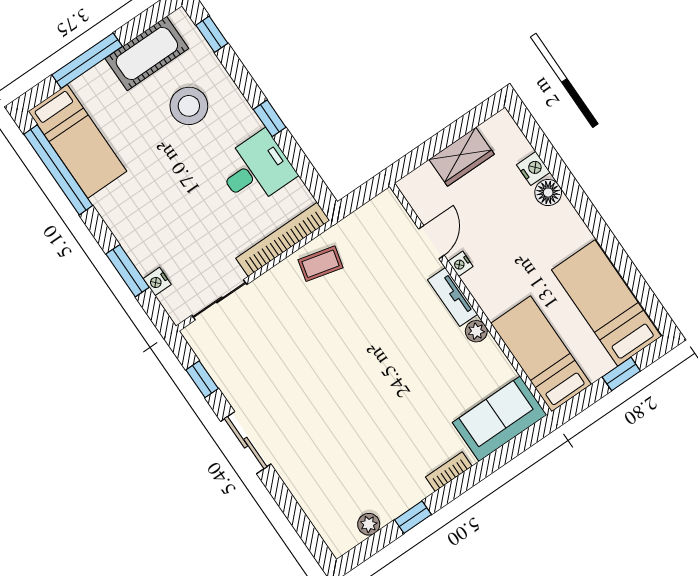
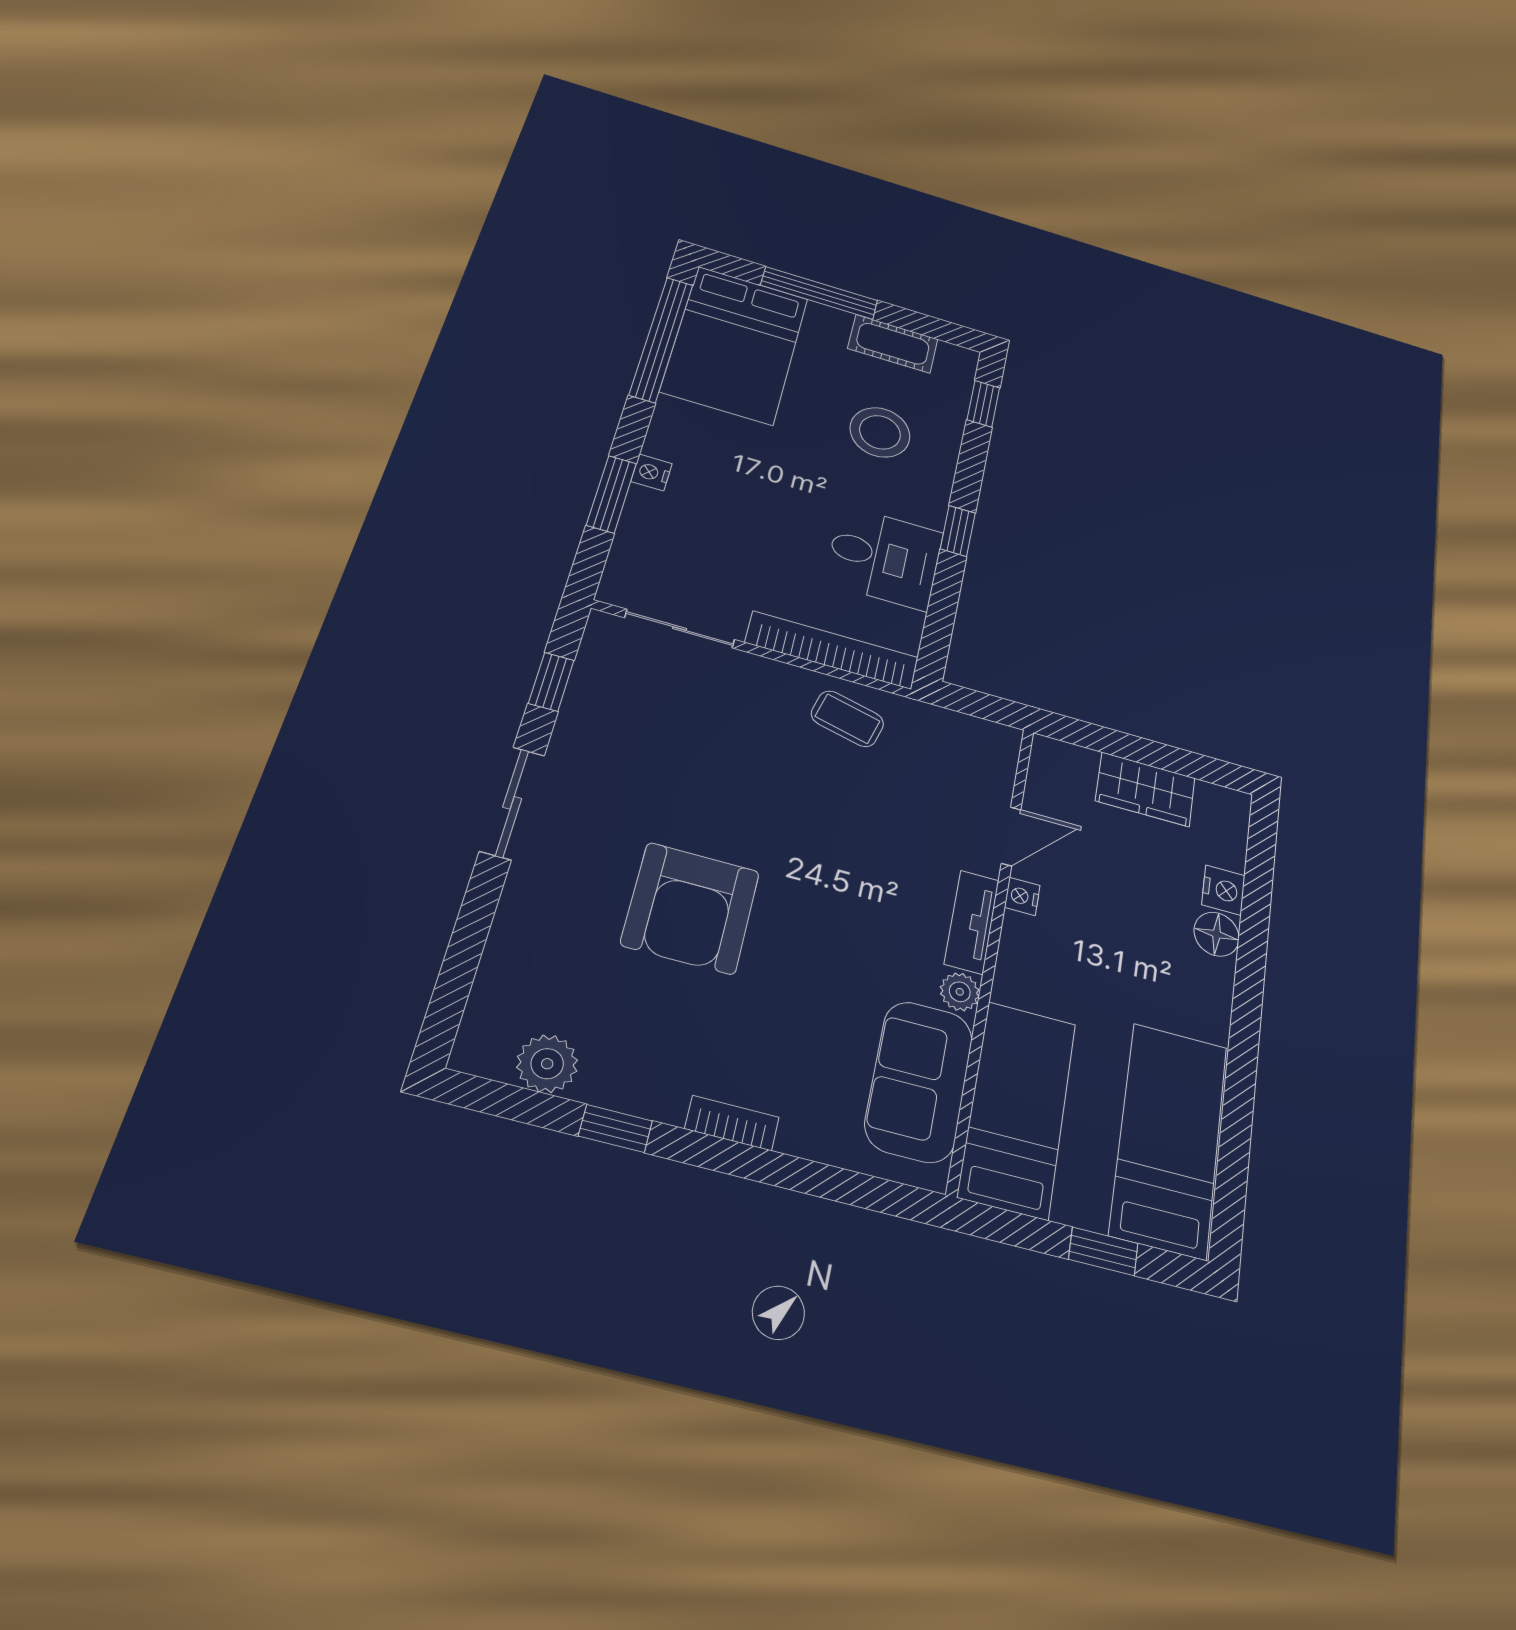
cot: (147, 53) -> (893, 344), width x0.73, depth x0.75
bed: (77, 141) -> (735, 345), width x1.50
nightstand: (157, 282) -> (651, 473), moved
armchair: (350, 410) -> (691, 908), added
sofa: (500, 419) -> (919, 1081), moved, turned -90
plant: (369, 524) -> (547, 1064), width x1.38, depth x1.38

